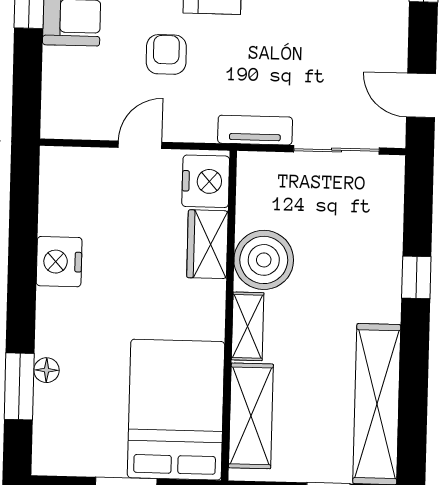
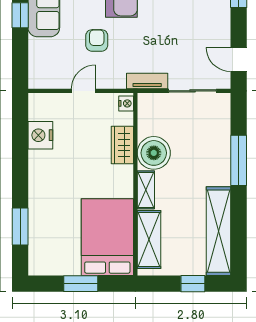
nightstand: (206, 181) -> (126, 103), width x0.53, depth x0.56
nightstand: (59, 262) -> (40, 135), moved
window: (416, 277) -> (239, 160), width x2.17
floor lamp: (47, 370) -> (35, 217), removed

